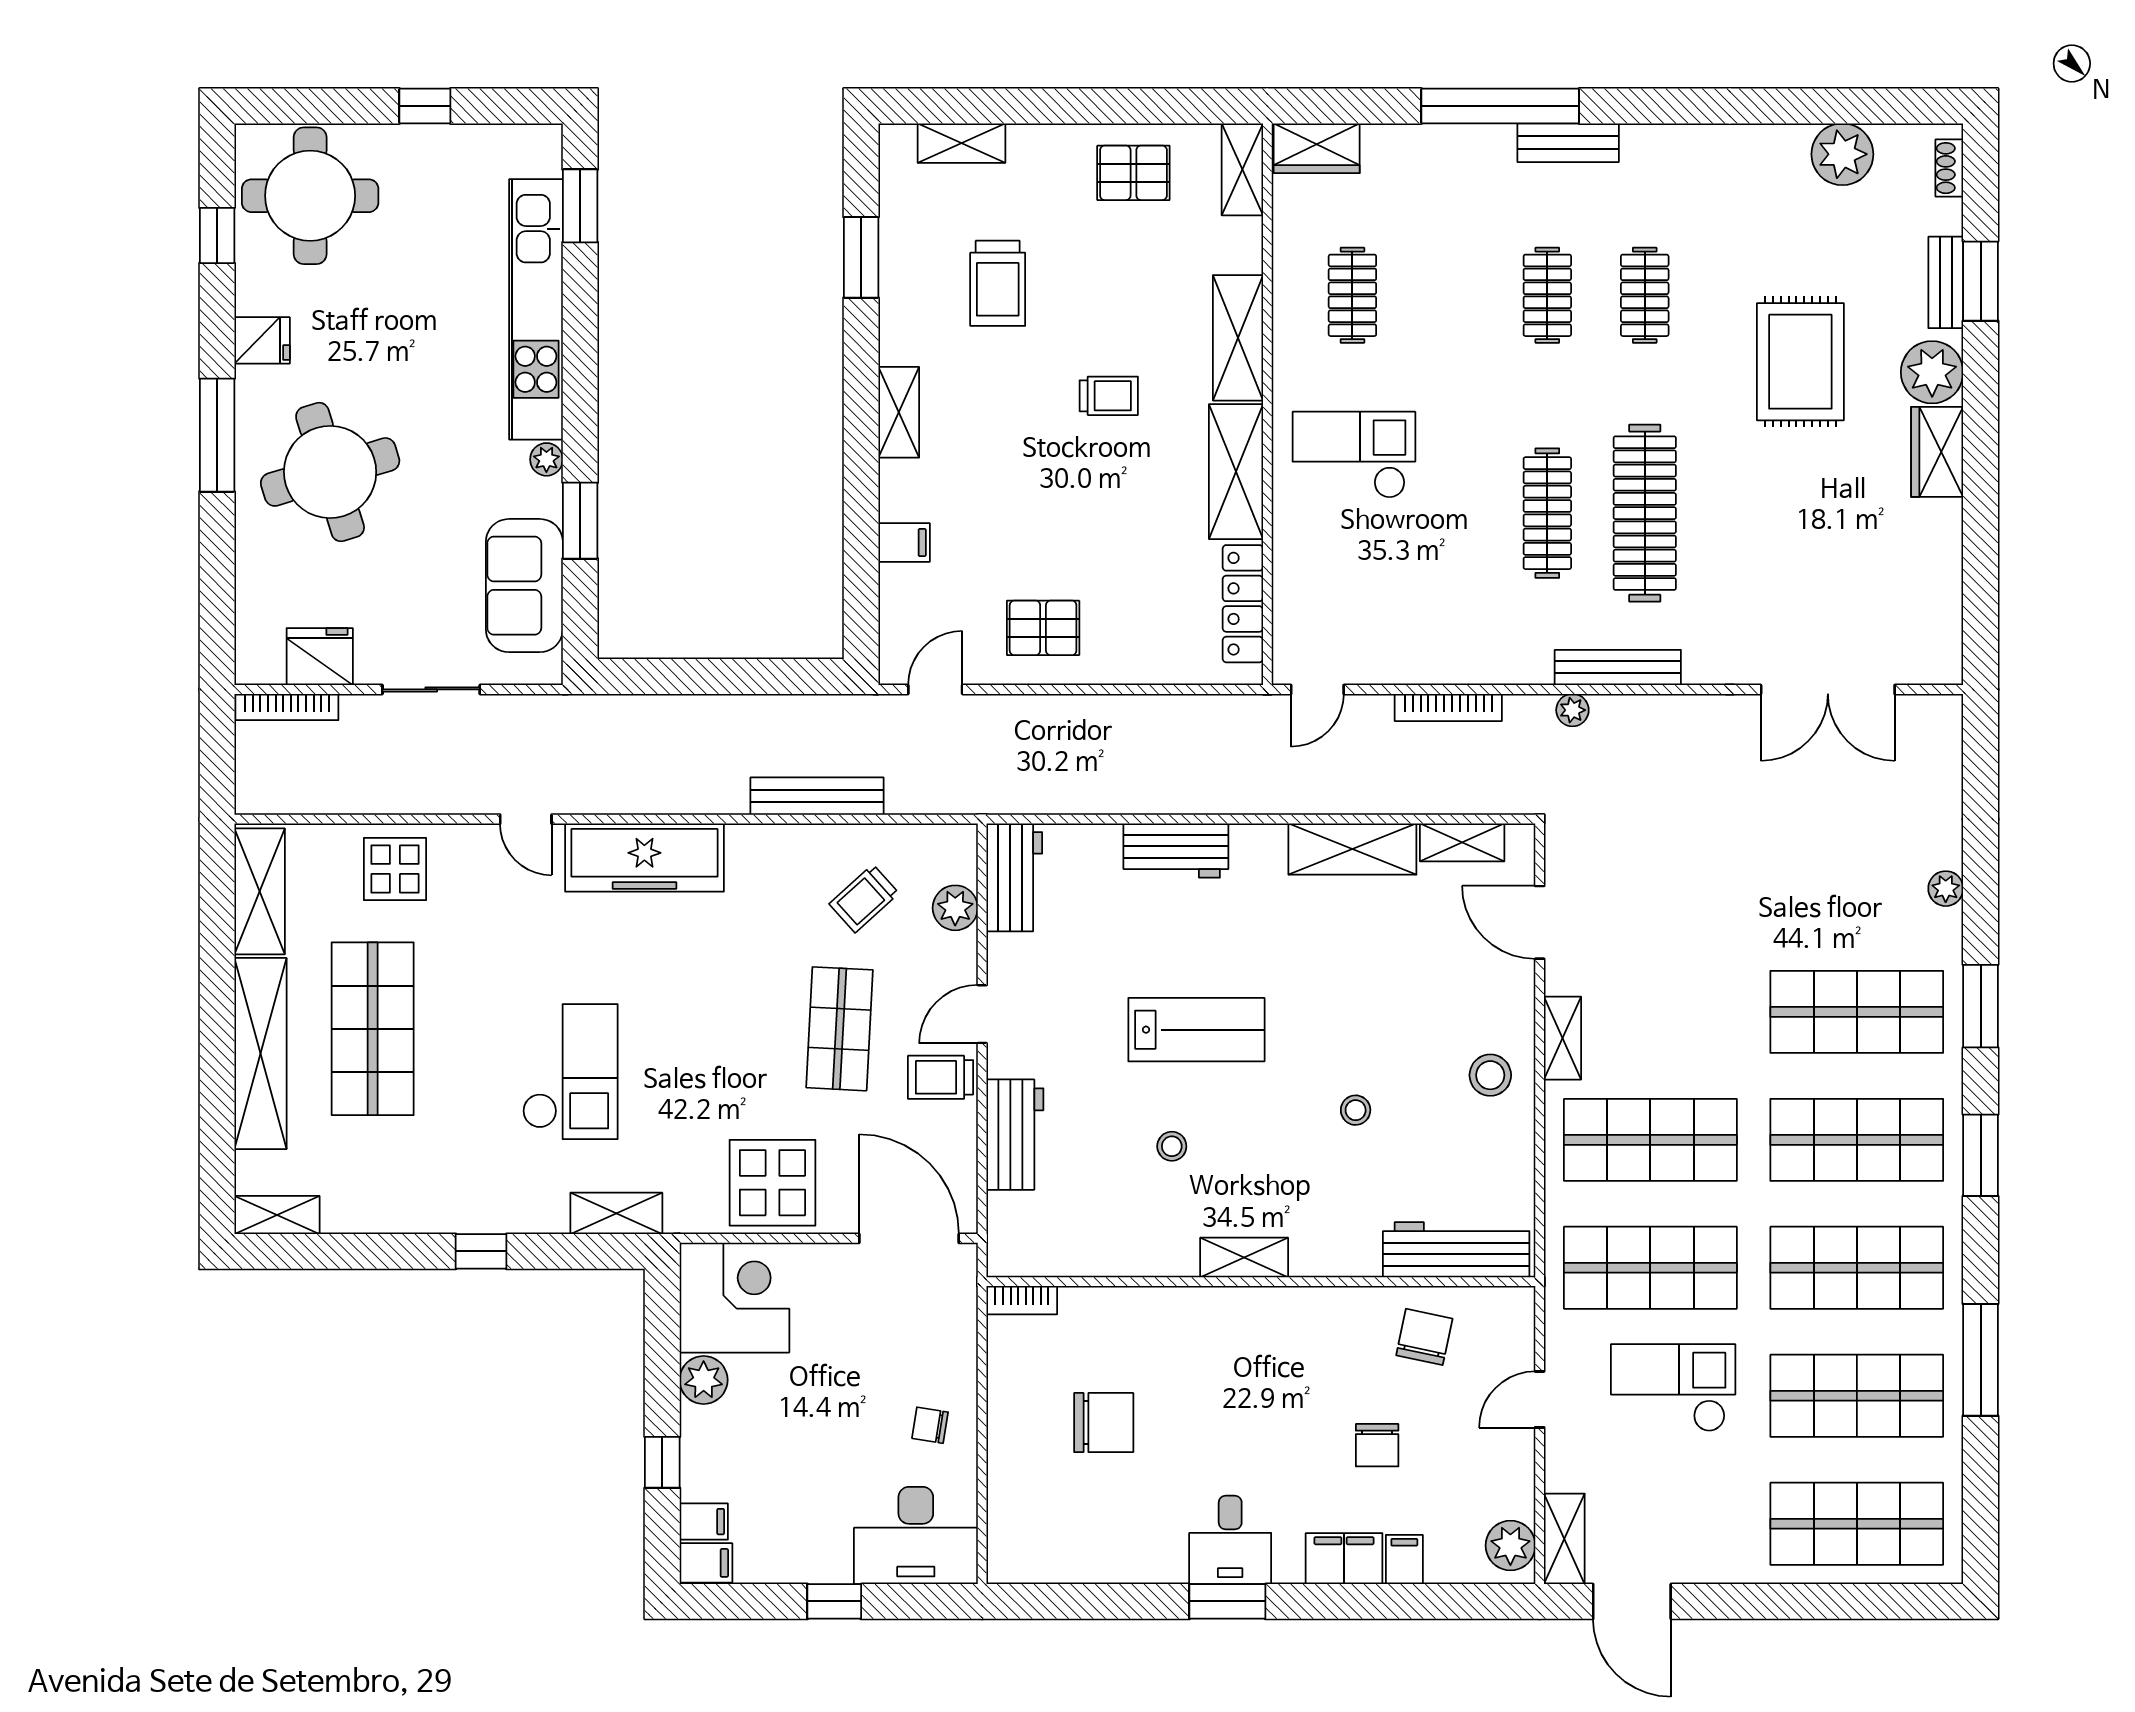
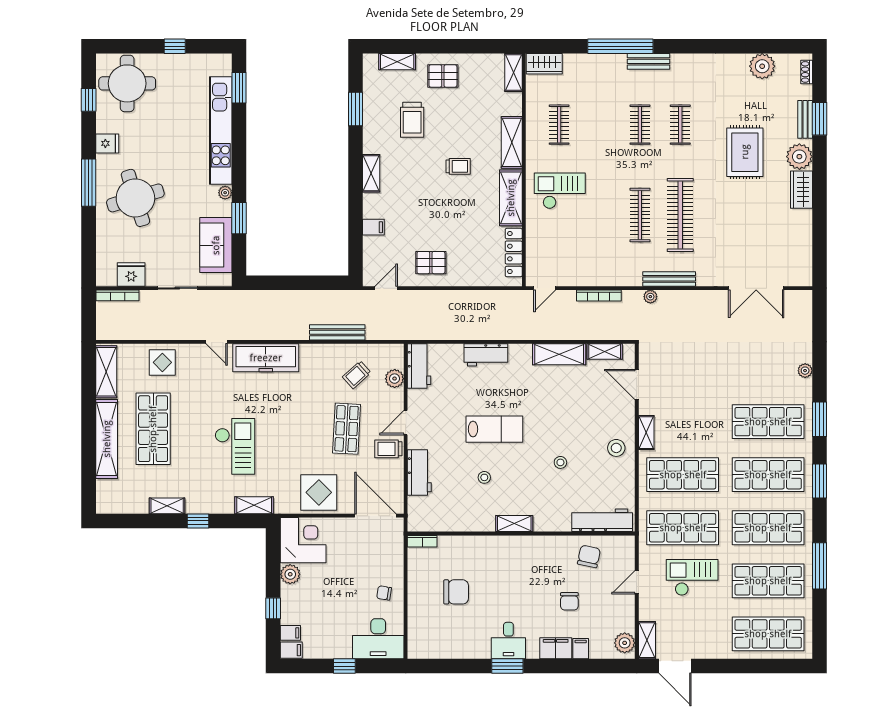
pallet: (1133, 173) -> (443, 76), moved
shelving: (277, 1215) -> (167, 506), moved

